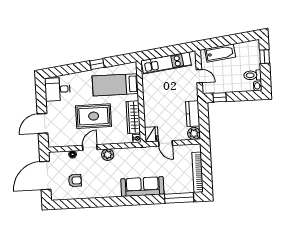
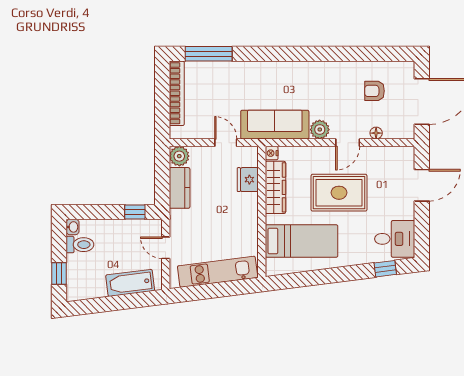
window: (97, 64) -> (385, 269), moved
fridge: (151, 134) -> (248, 180), moved
sofa: (142, 186) -> (275, 125), moved, turned 180

